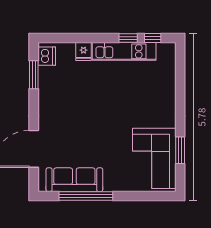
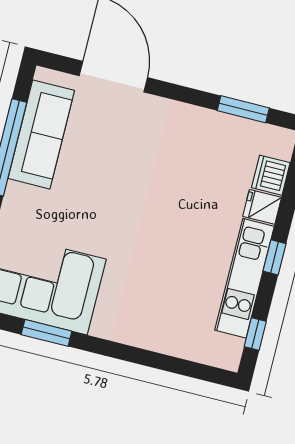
window: (128, 38) -> (275, 257), moved
dishwasher: (47, 56) -> (271, 175), moved, turned 90

